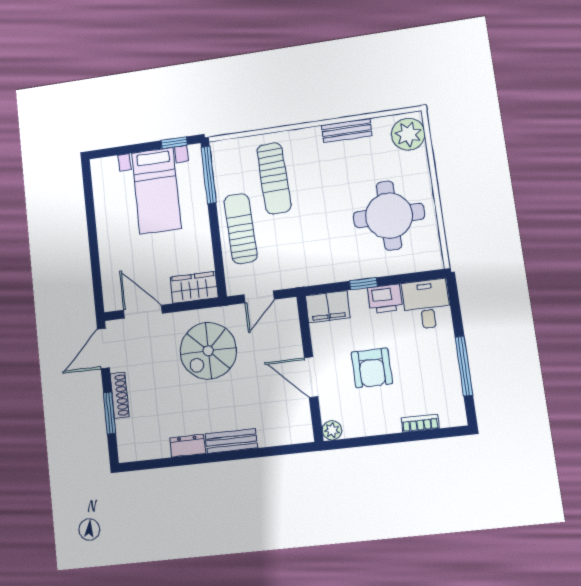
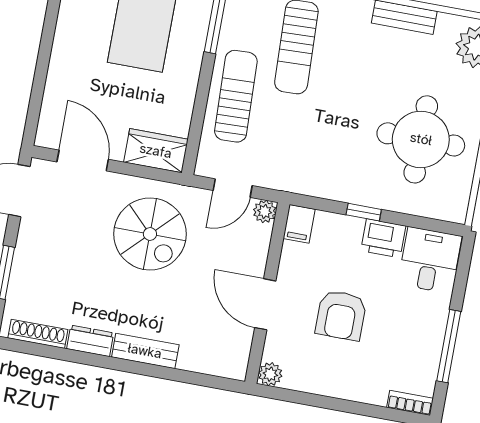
plant: (288, 307) -> (265, 211), added
filing cabinet: (328, 307) -> (299, 224), width x0.50
spiral stairs: (208, 351) -> (150, 234), turned -90
shoe rack: (120, 395) -> (38, 334), moved, turned -90
bookcase: (420, 423) -> (410, 403), moved

